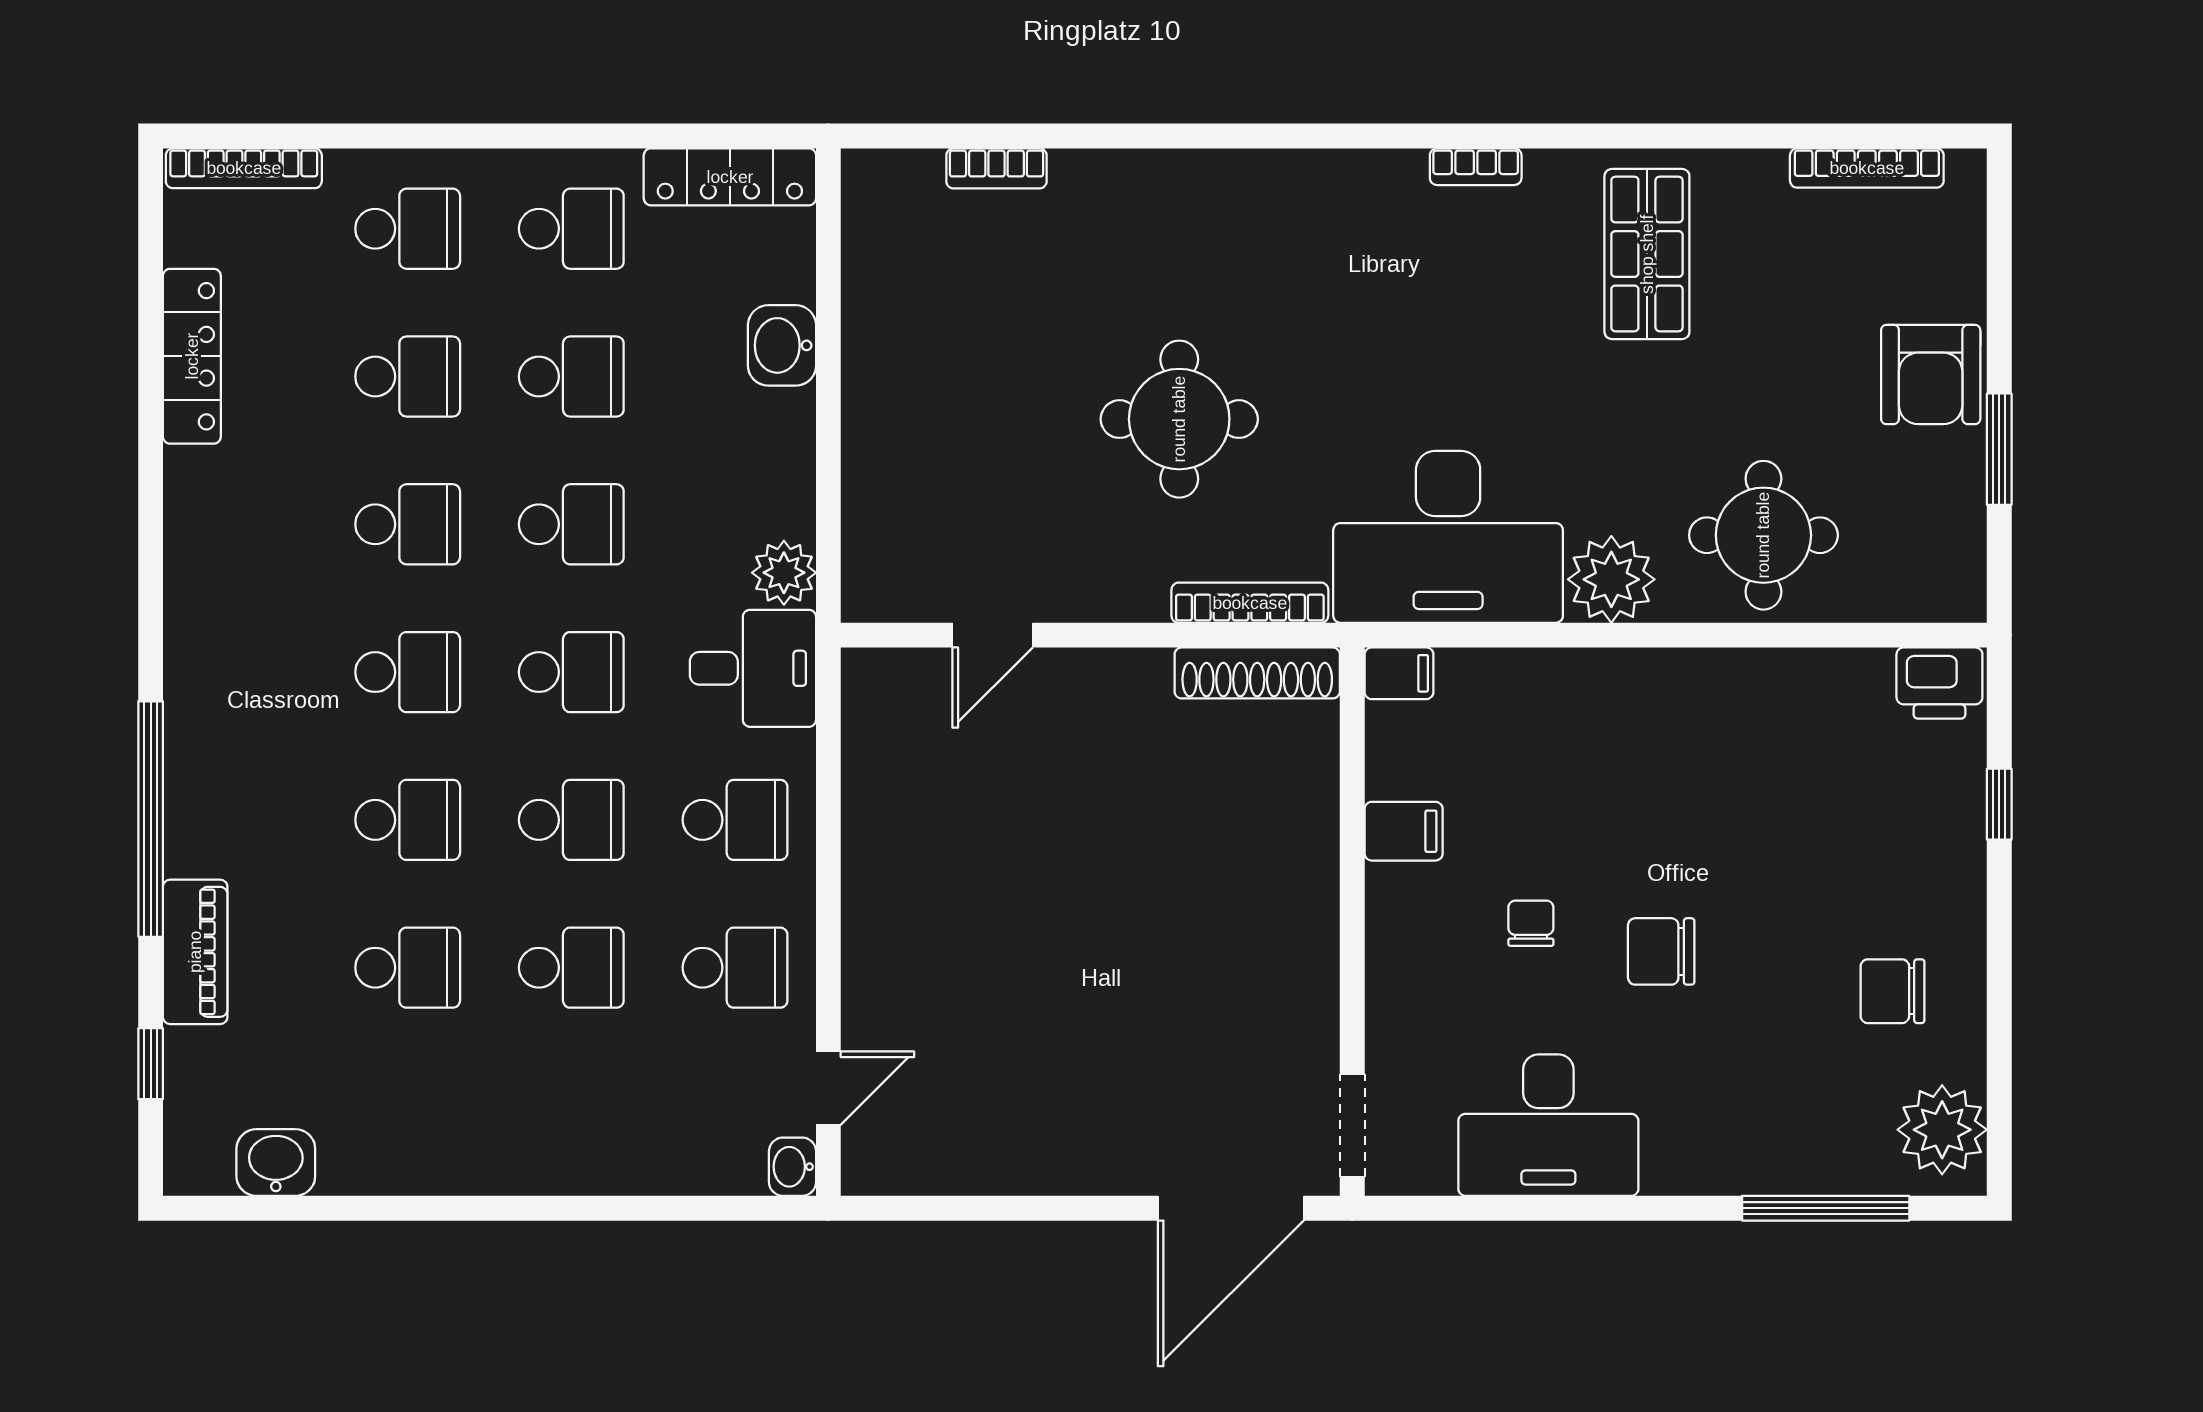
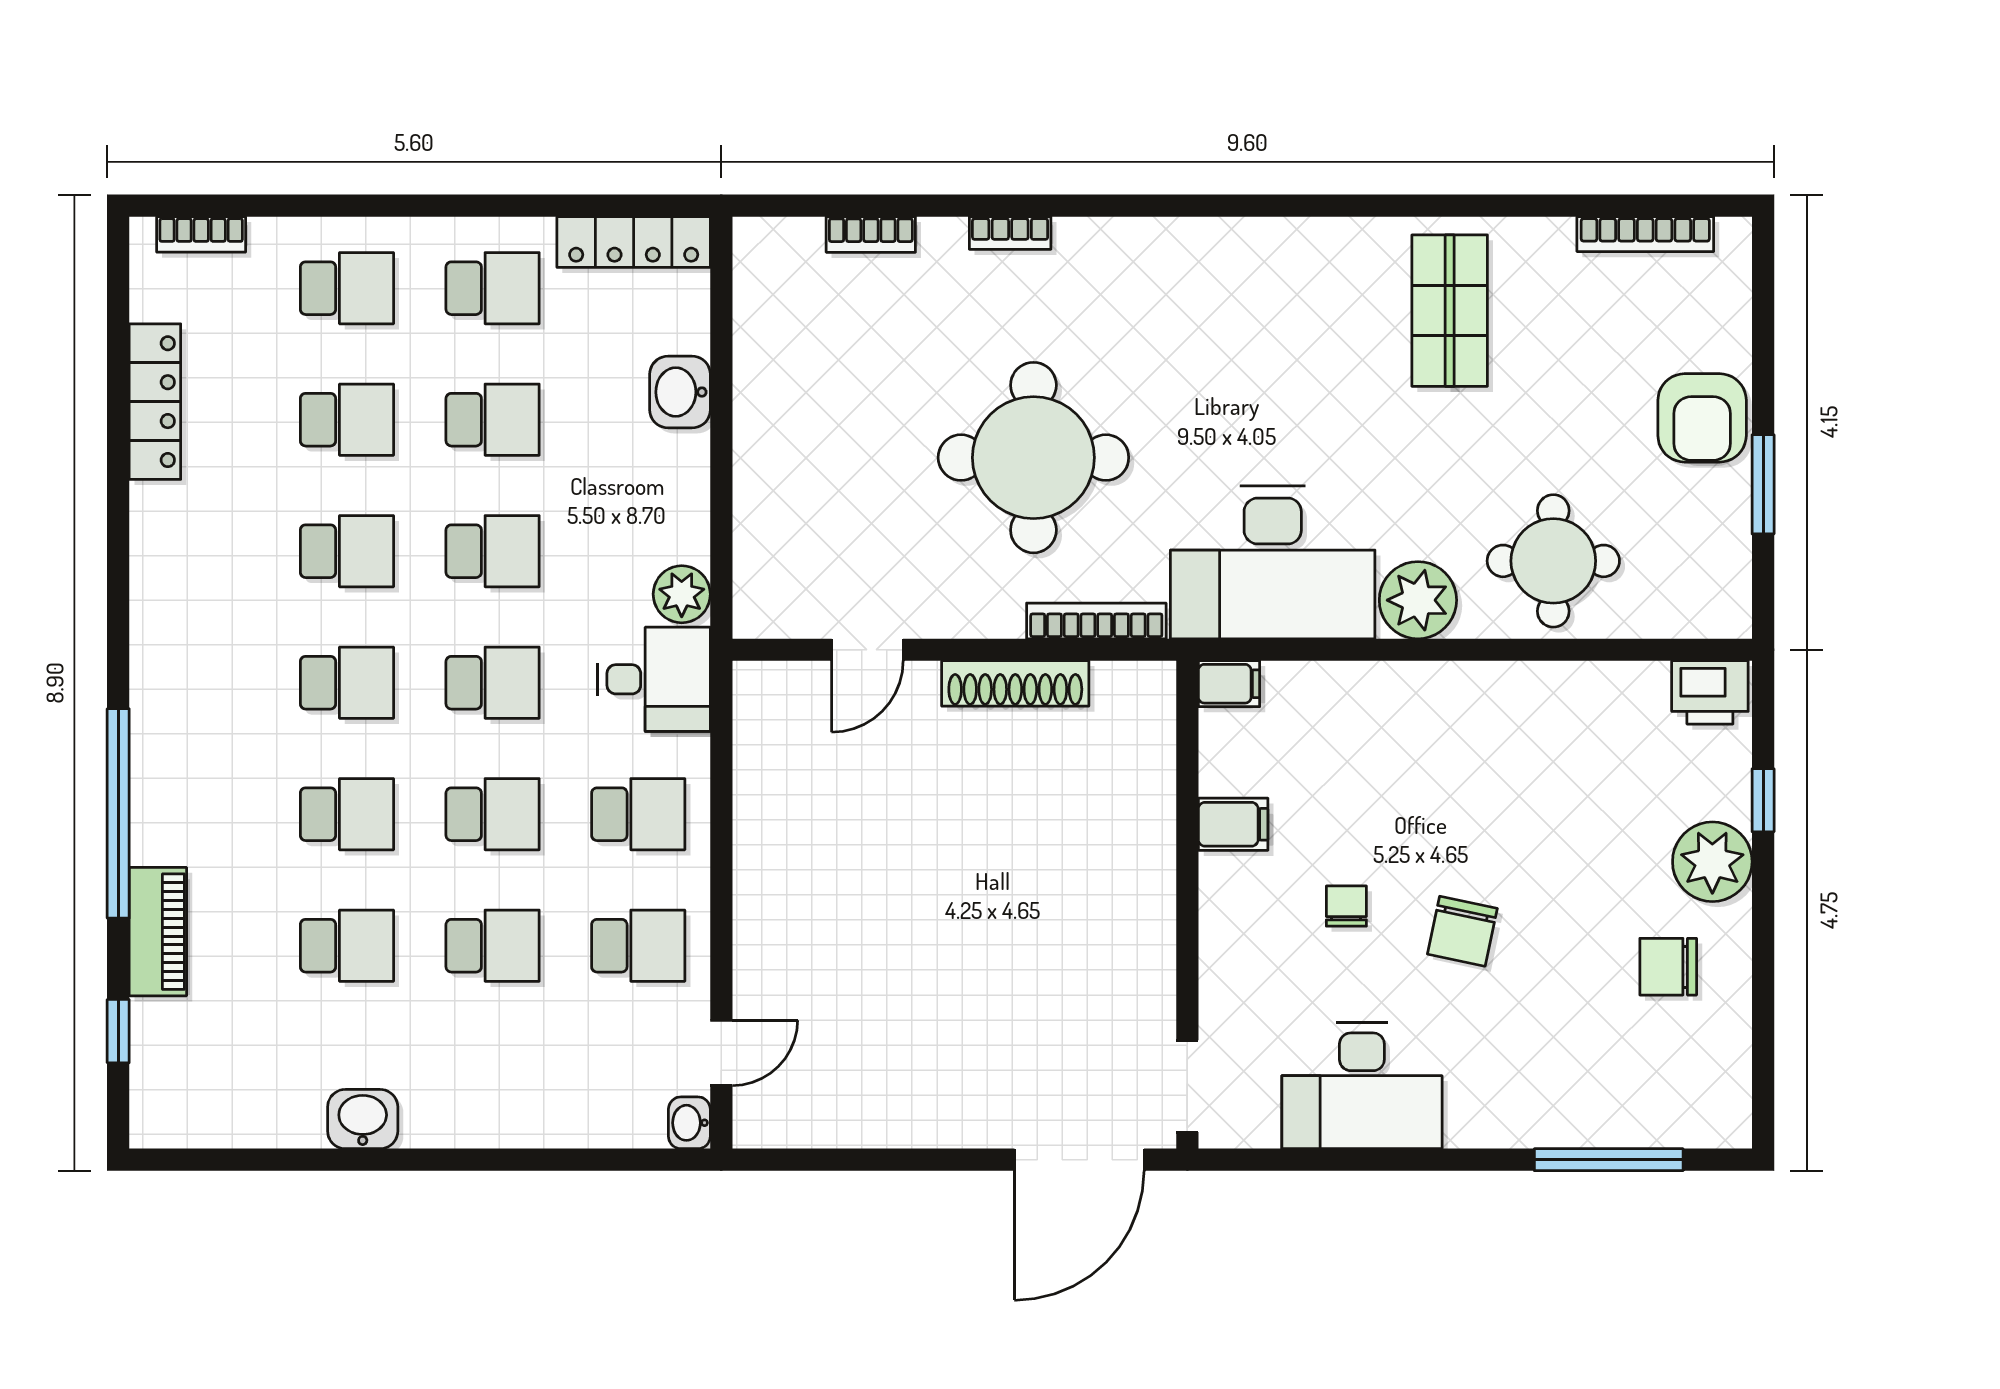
bookcase: (1476, 167) -> (1010, 233), moved
bookcase: (244, 168) -> (201, 234), width x0.64
round table: (1179, 419) -> (1033, 458), width x1.36, depth x1.36
shoe rack: (1257, 673) -> (1015, 683), moved
chair: (1661, 951) -> (1462, 931), turned -78
plant: (1942, 1130) -> (1712, 862), moved
washbasin: (276, 1163) -> (363, 1119), moved

